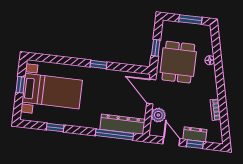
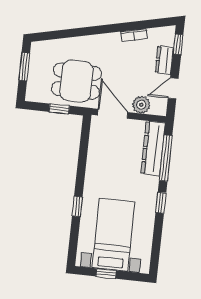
floor lamp: (210, 60) -> (74, 43), removed
window: (99, 64) -> (77, 206), moved
door: (151, 91) -> (113, 114), swing flipped
window: (55, 127) -> (161, 203), moved
window: (195, 144) -> (178, 44), moved

